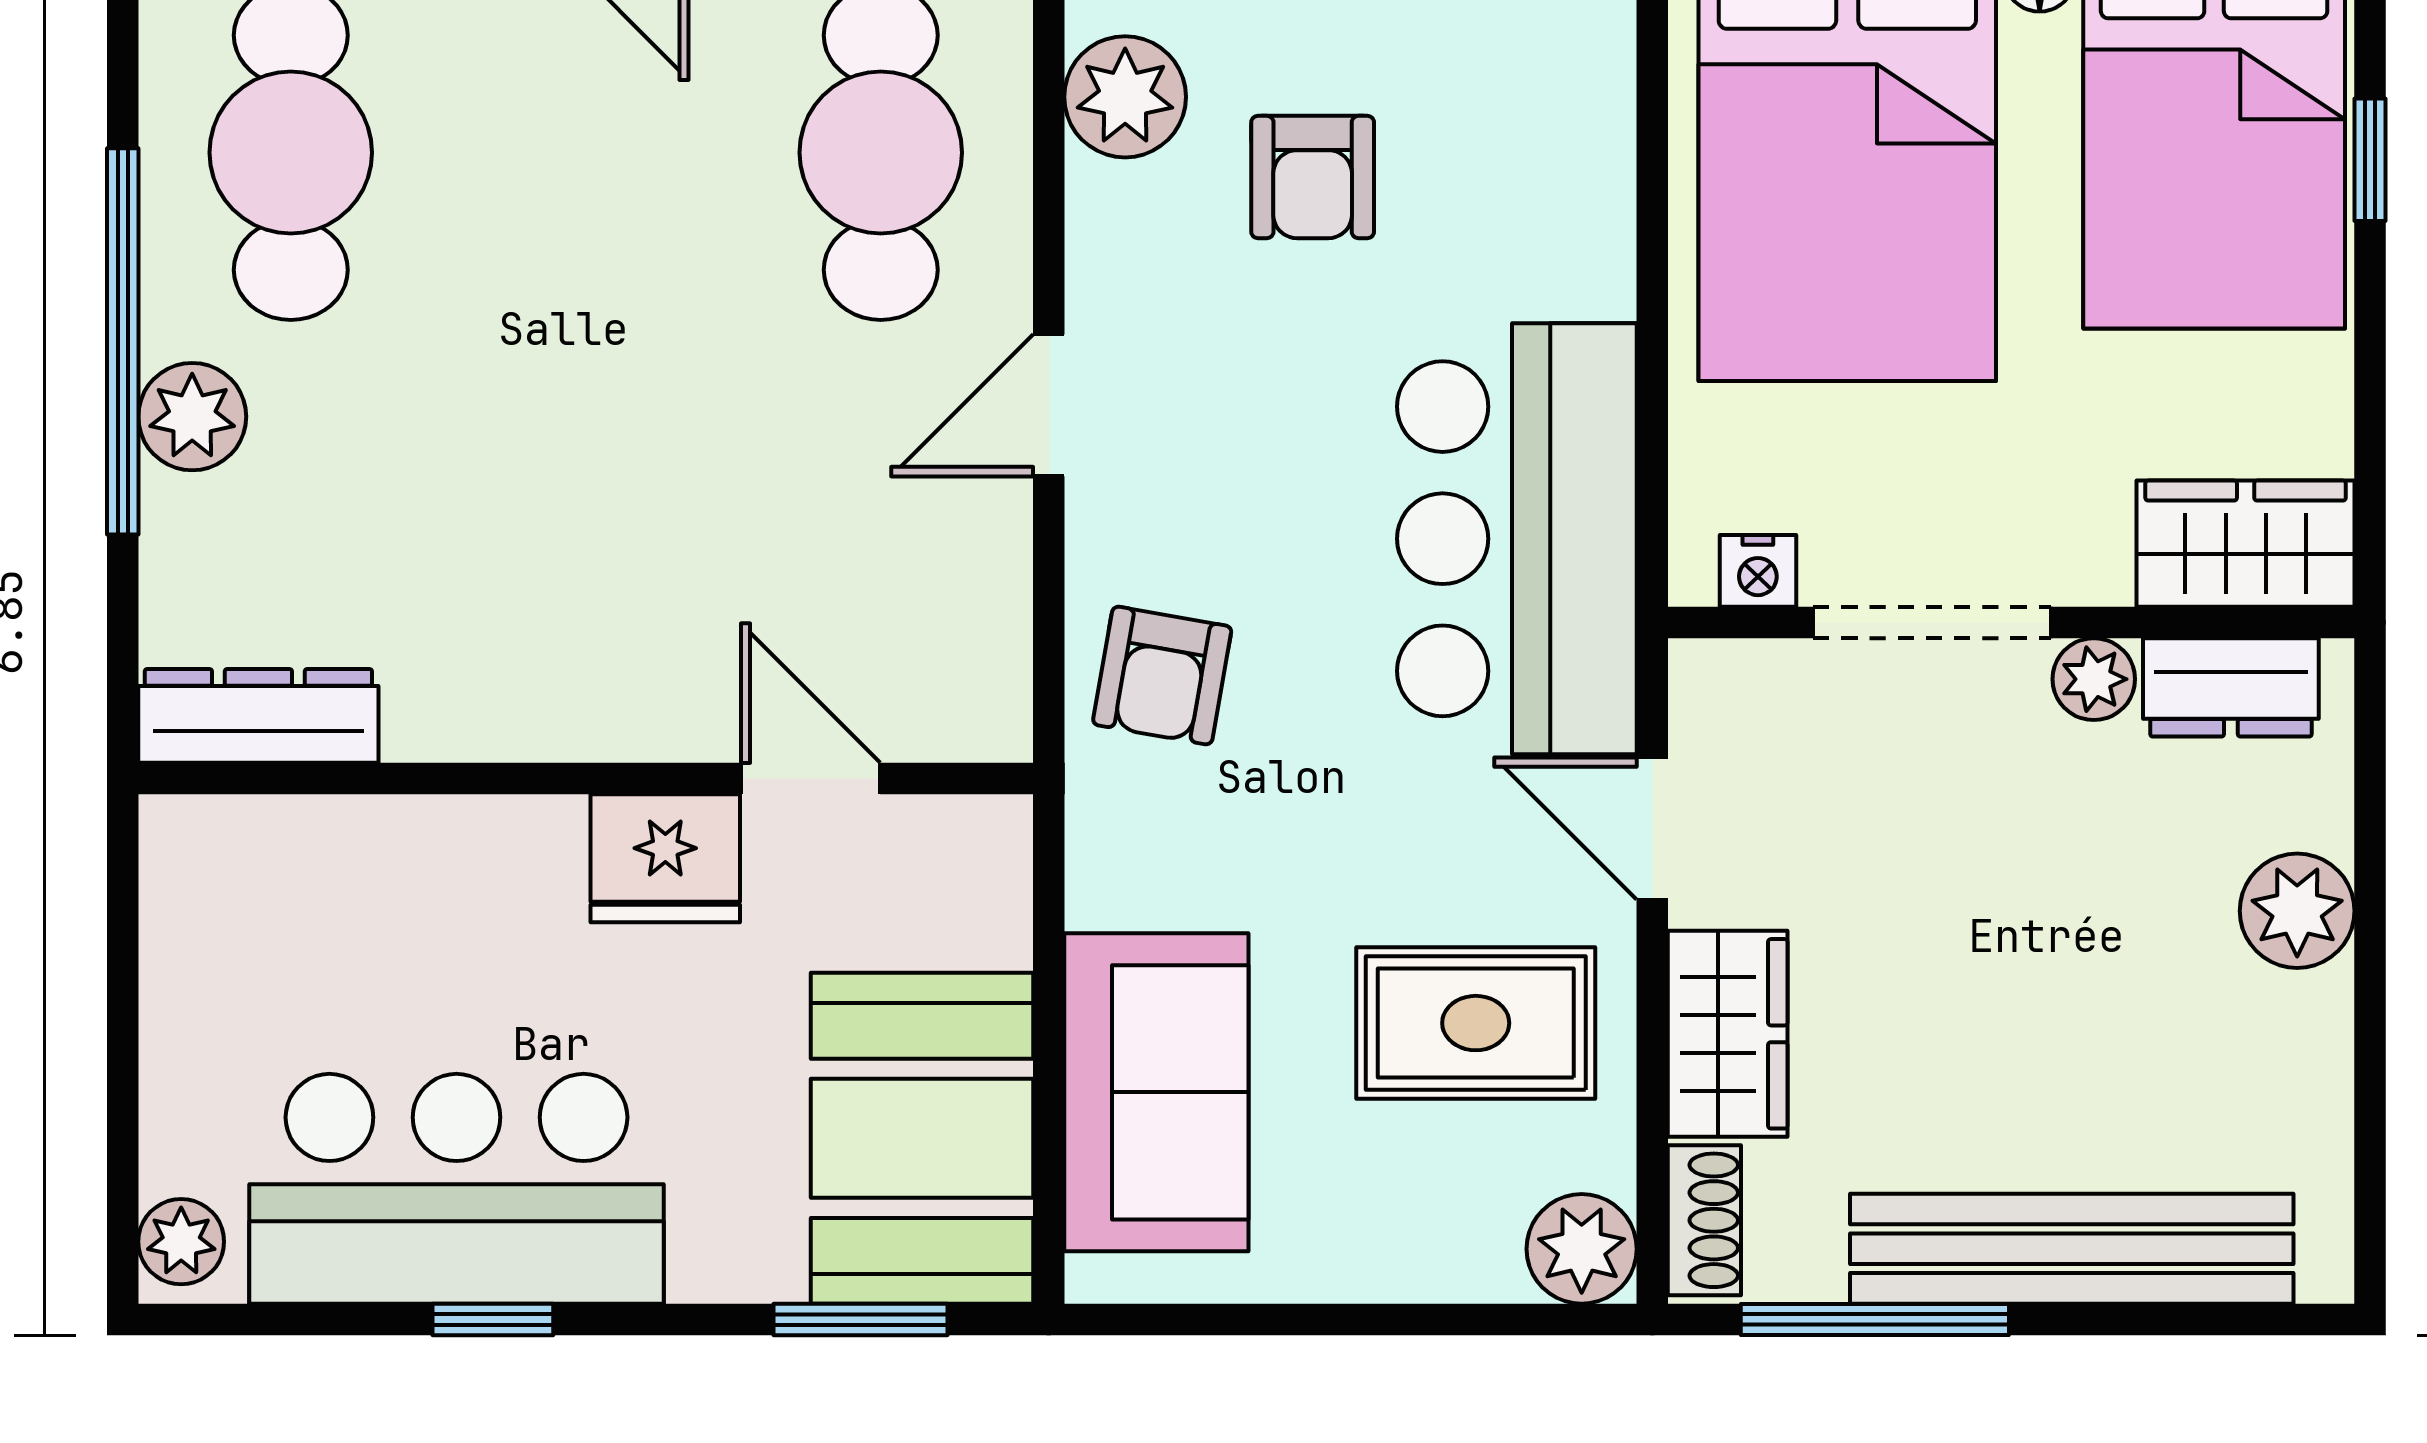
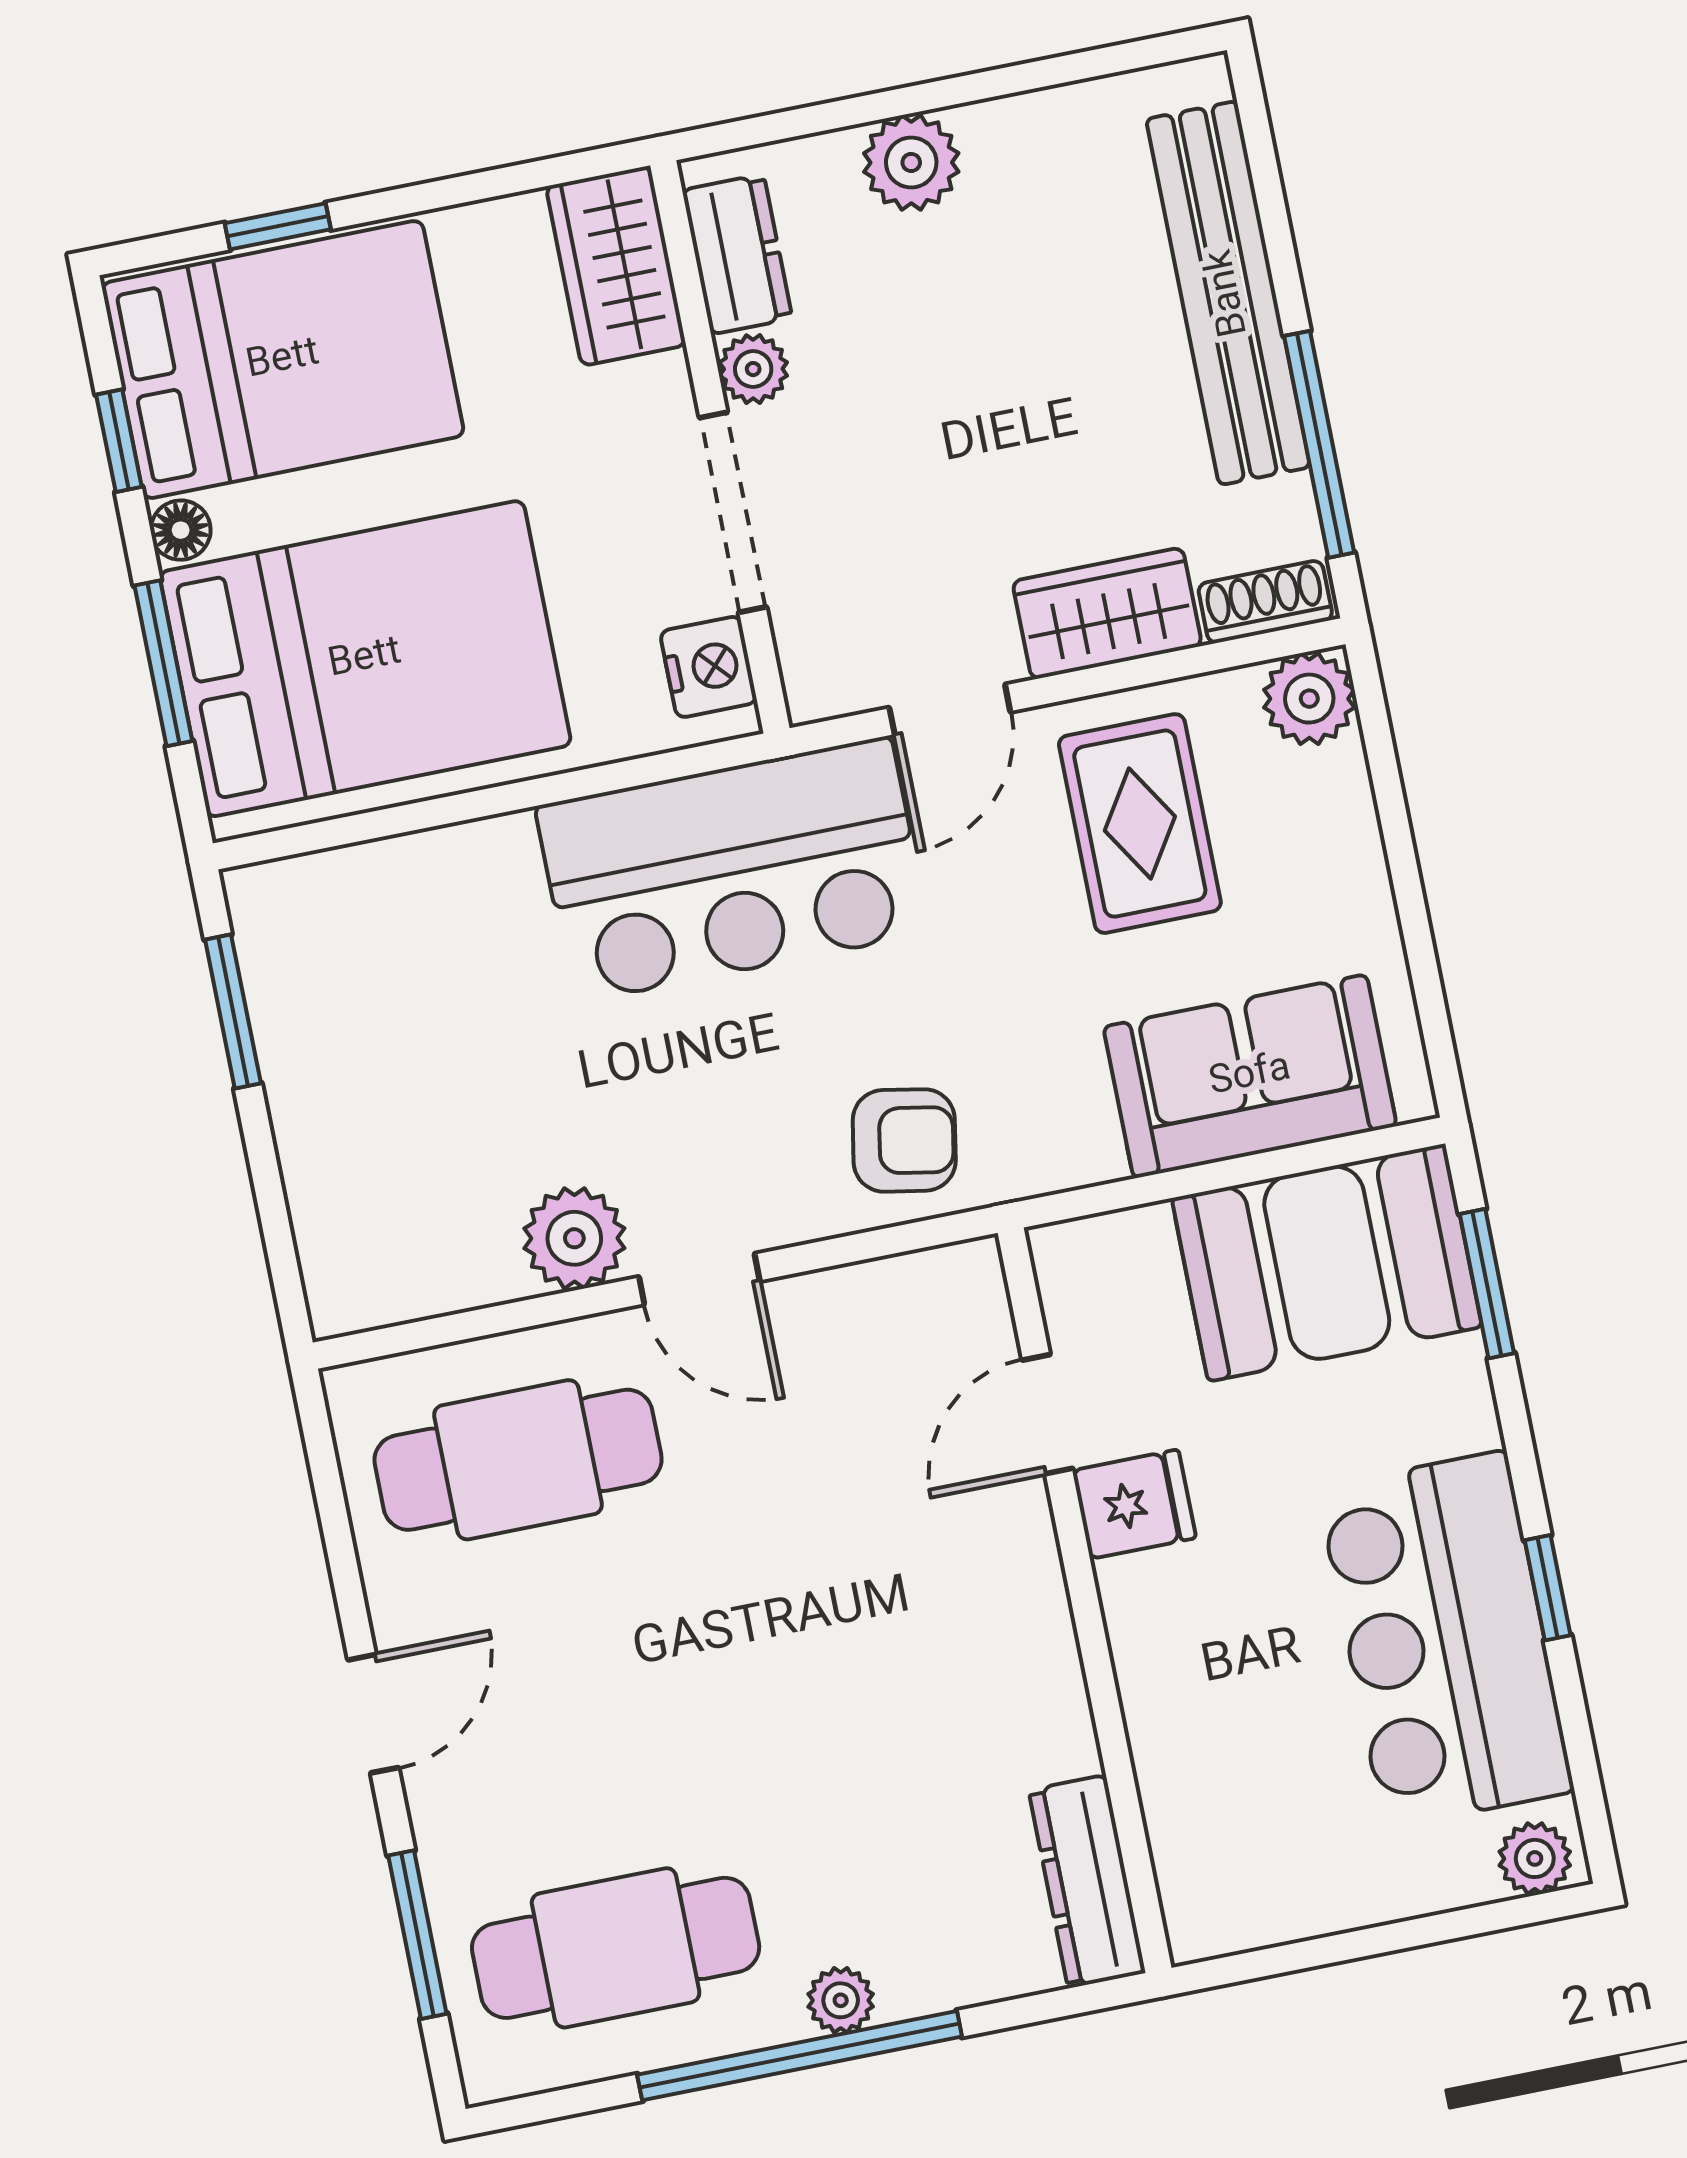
plant: (1125, 97) -> (574, 1238), moved
armchair: (1313, 177) -> (467, 1098), removed
plant: (192, 417) -> (841, 2000), width x0.73, depth x0.73
nightstand: (1758, 571) -> (709, 667), width x1.39, depth x1.35
fridge: (665, 858) -> (1134, 1504), width x0.72

